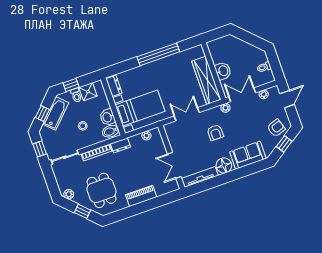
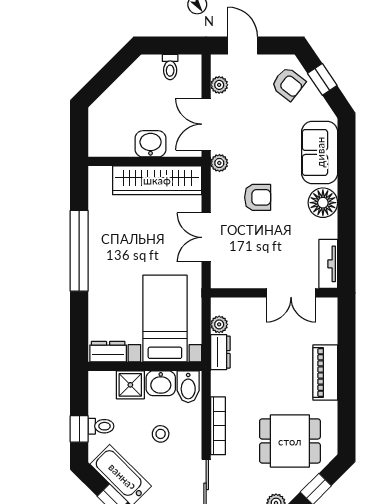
shower: (88, 92) -> (130, 385), moved
armchair: (276, 128) -> (288, 84), turned 146
dresser: (120, 145) -> (220, 352), moved
tv unit: (200, 177) -> (328, 264), width x0.71

